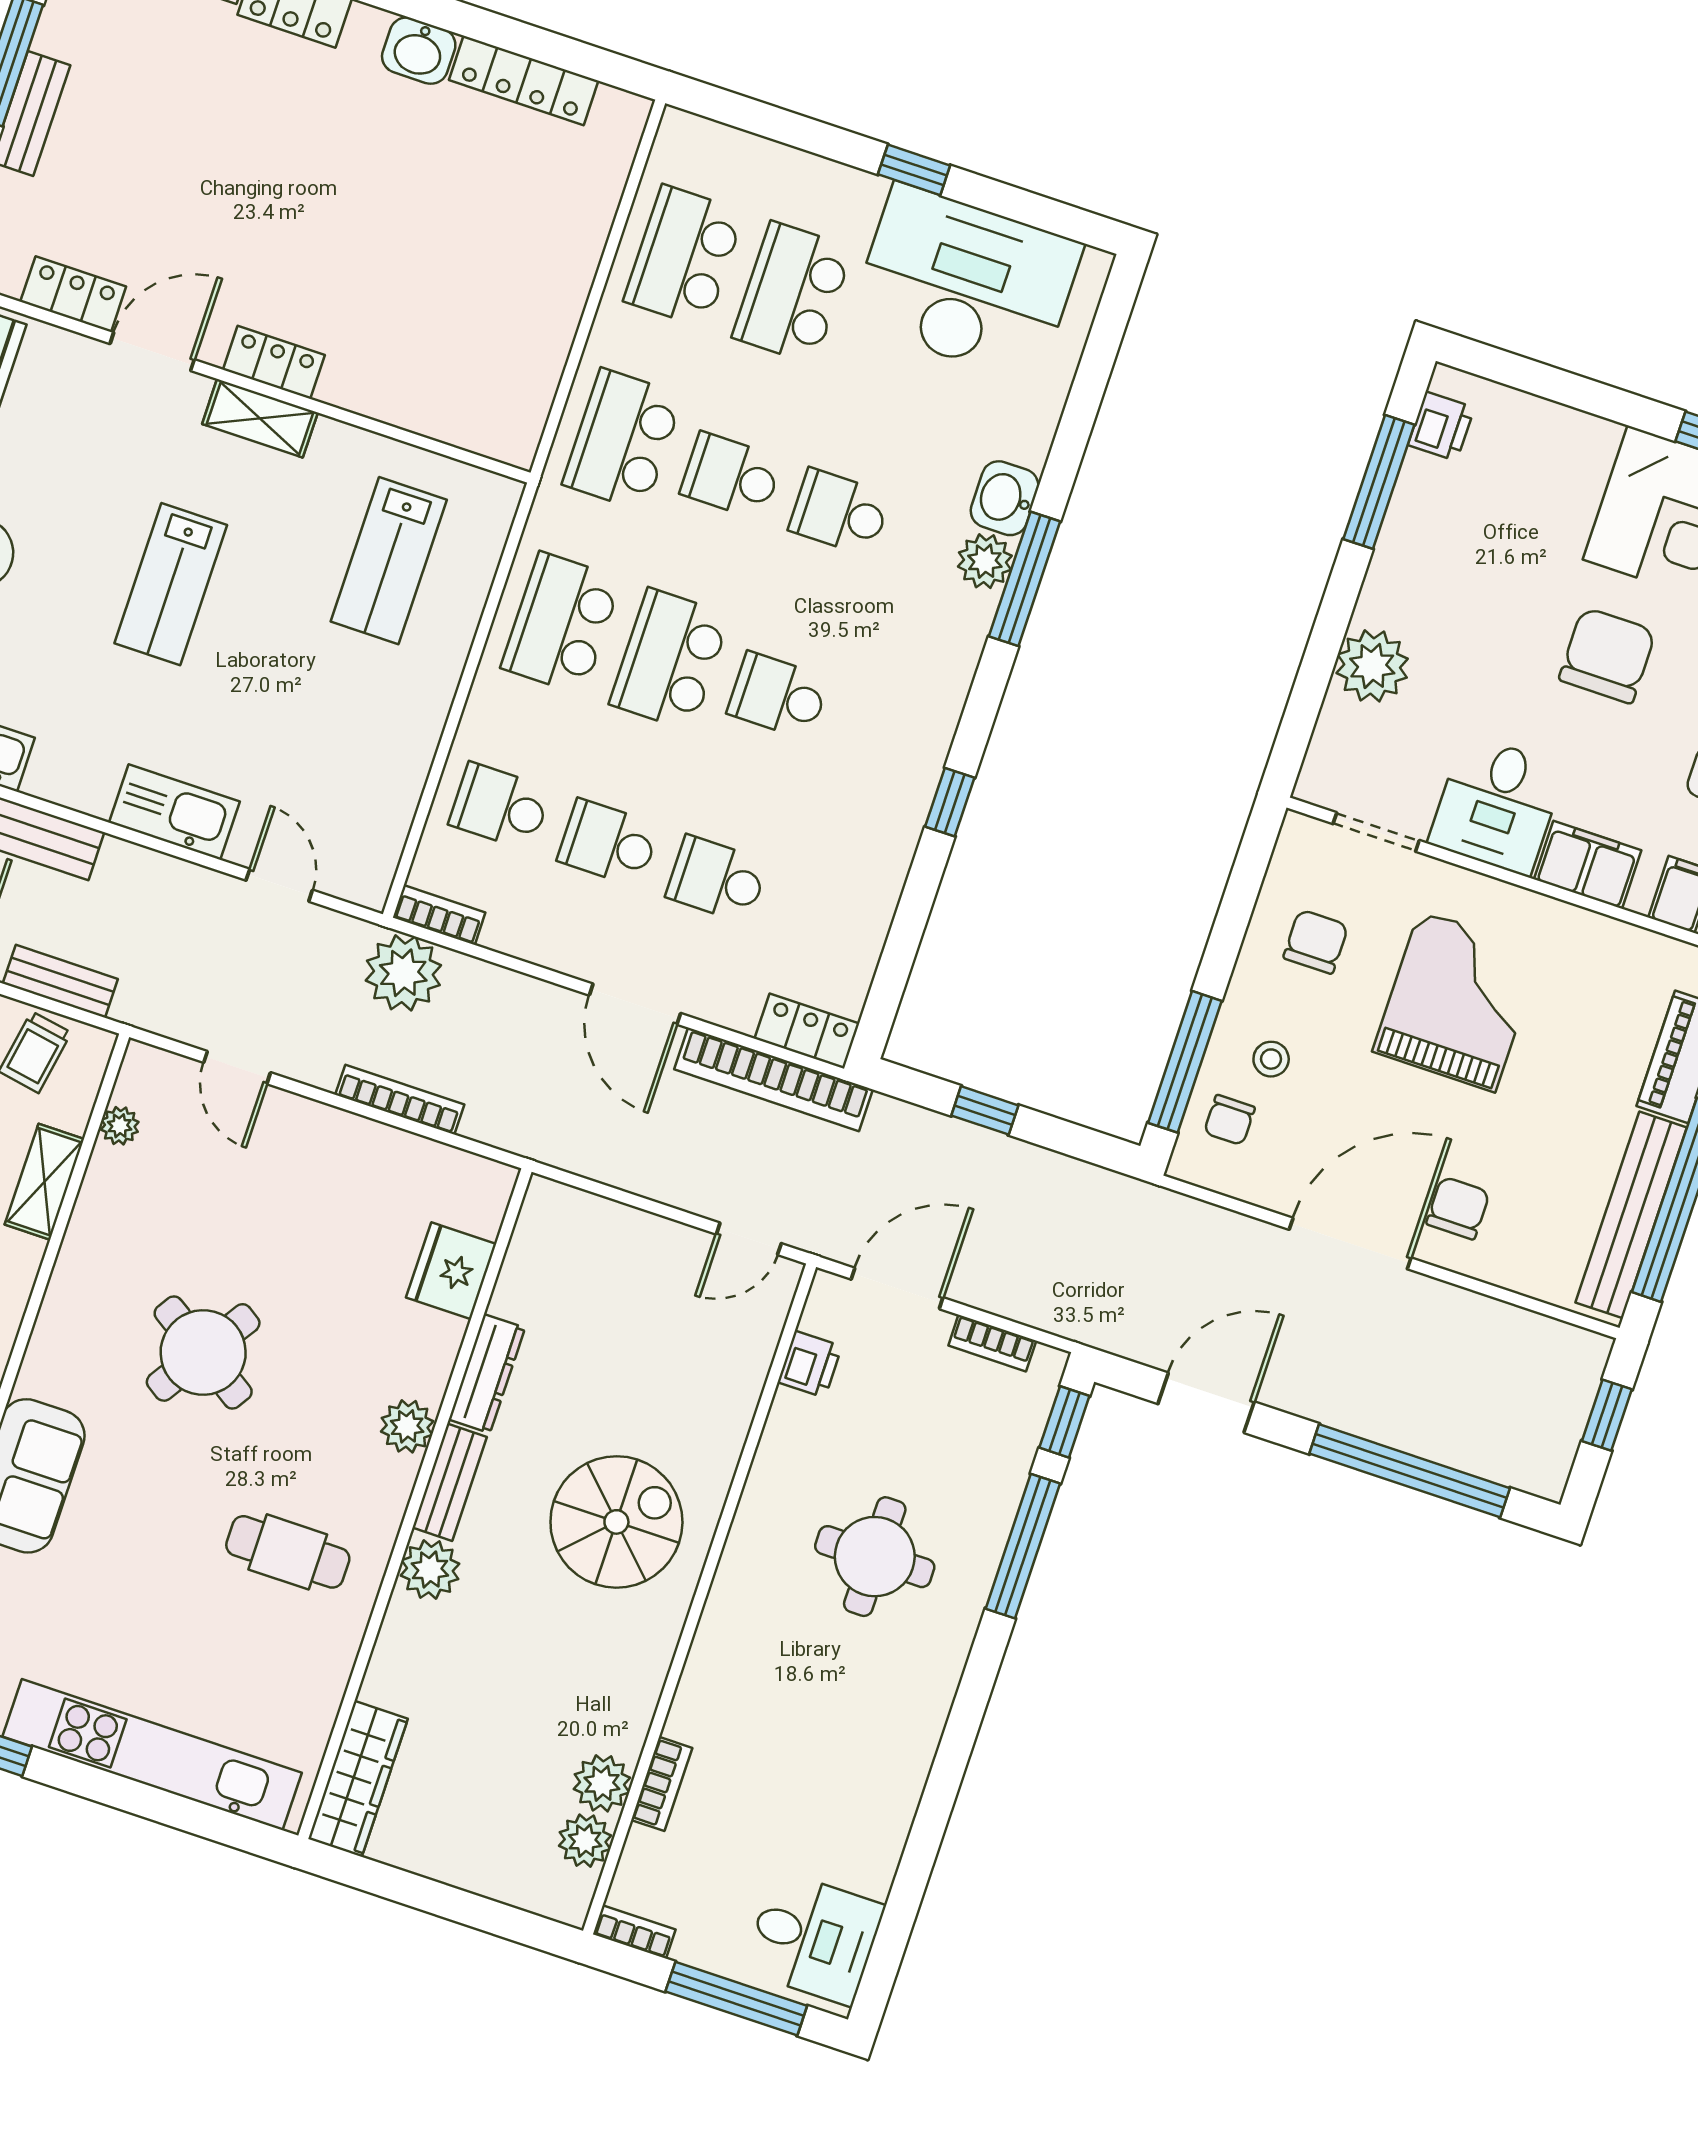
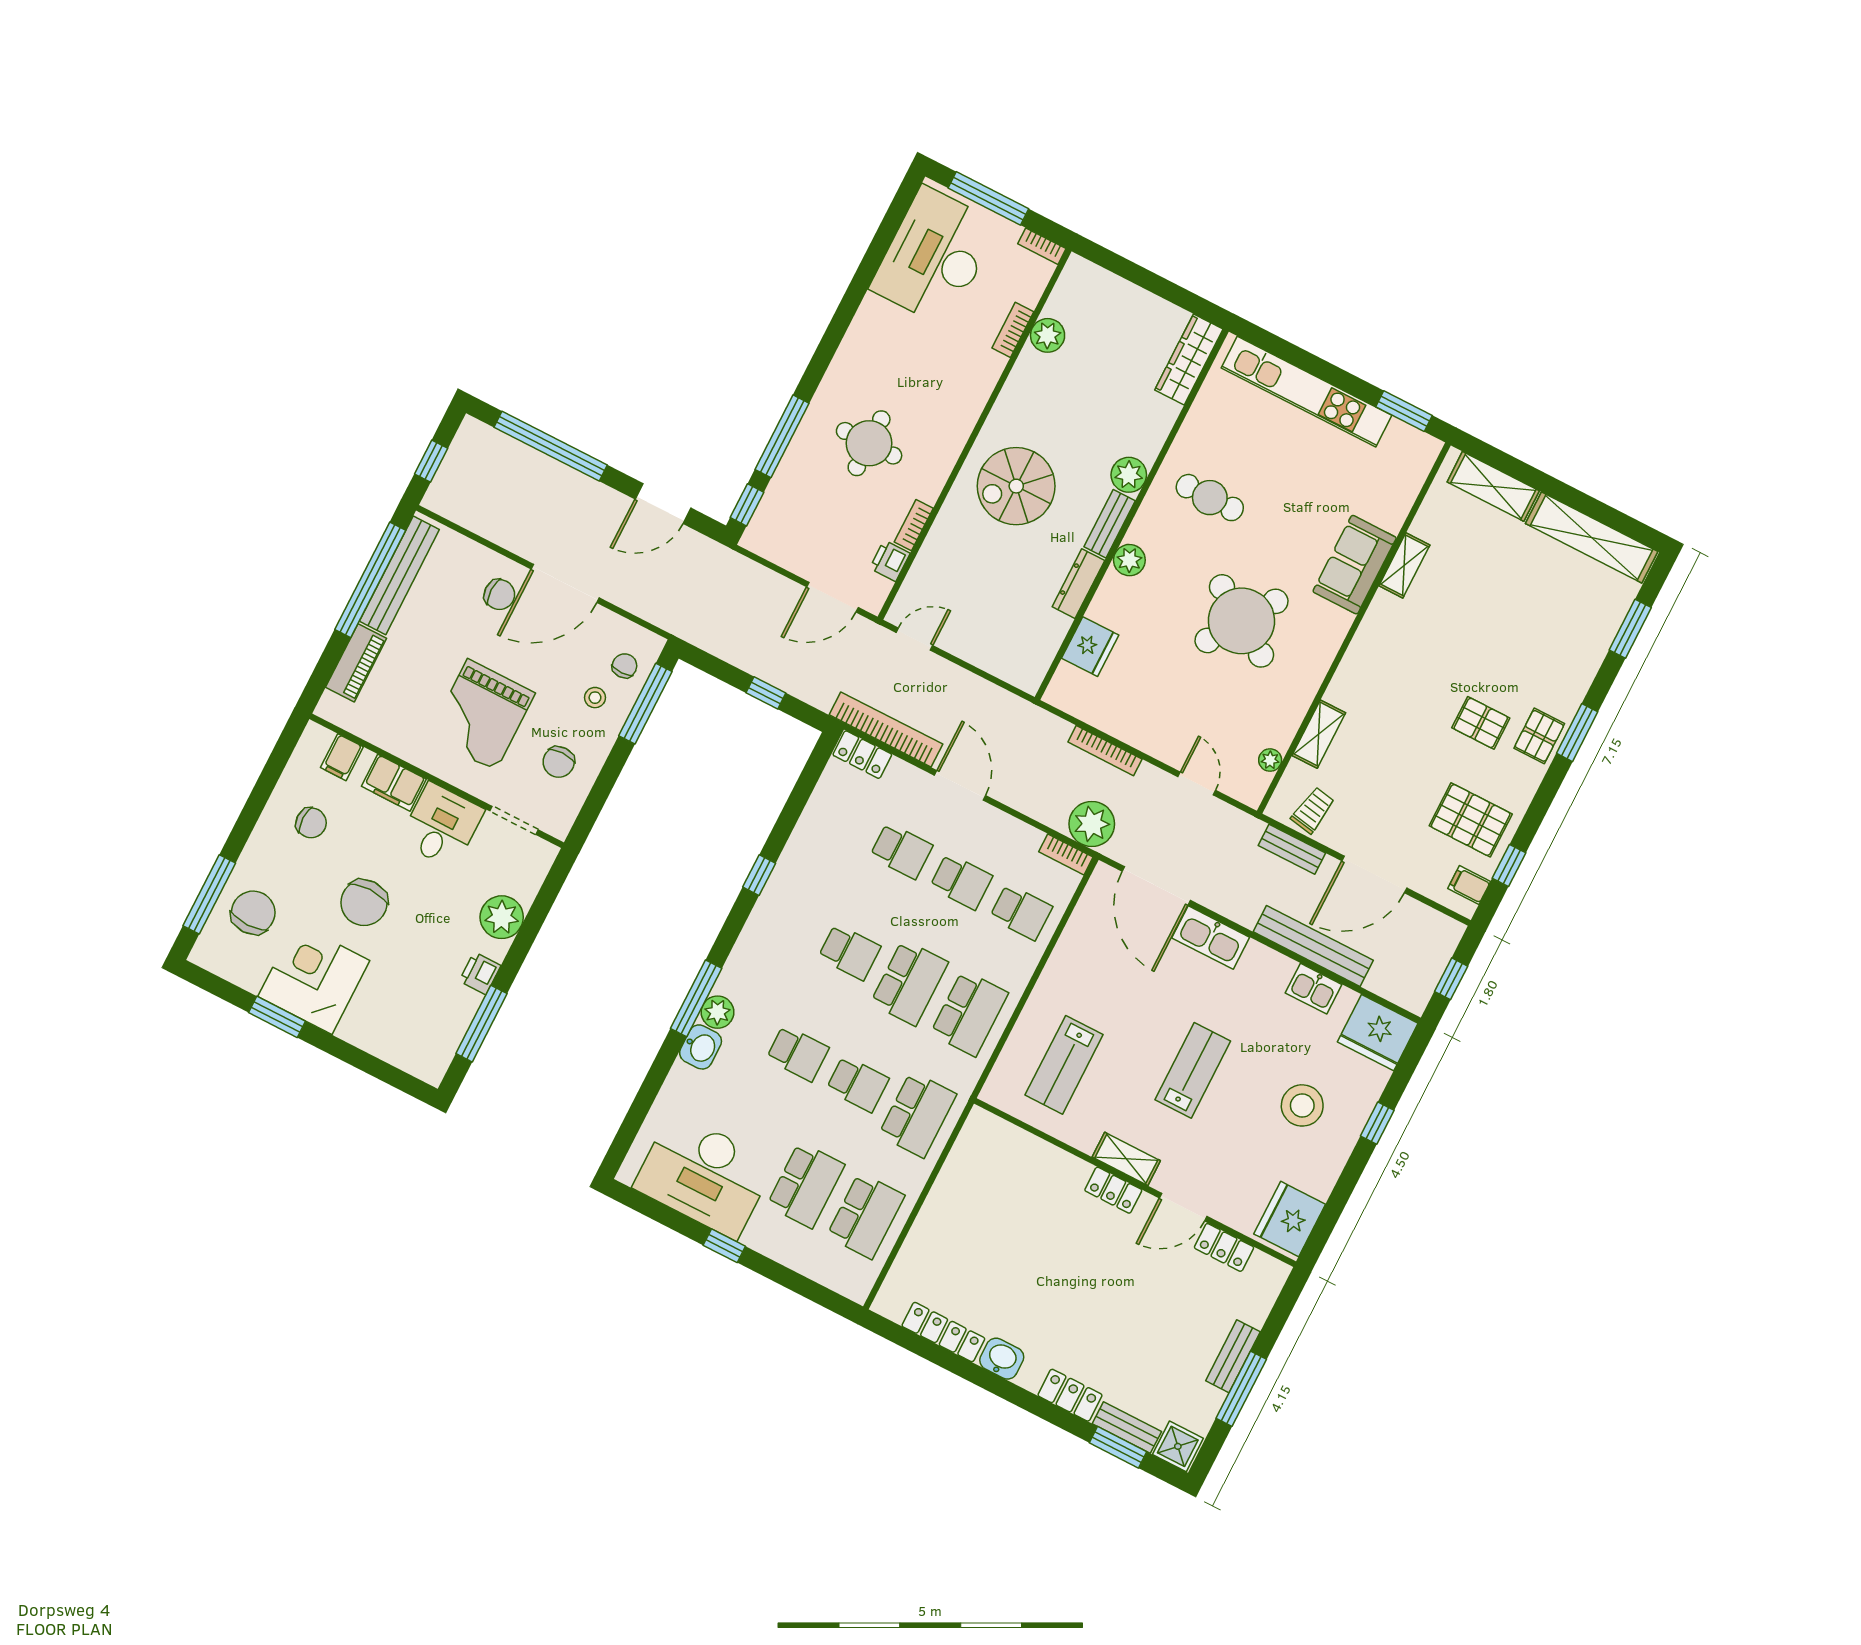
printer: (1441, 426) -> (480, 973), moved
lab bench: (389, 561) -> (1064, 1065), turned 180
door: (279, 885) -> (1156, 886), width x1.88
chair: (1458, 1208) -> (499, 595), turned -90
bookcase: (992, 1343) -> (914, 525), moved, turned -90
round table: (203, 1352) -> (1241, 621), width x1.36, depth x1.36
plant: (585, 1841) -> (1062, 304), removed
desk: (814, 1938) -> (935, 256), width x1.87, depth x1.30

